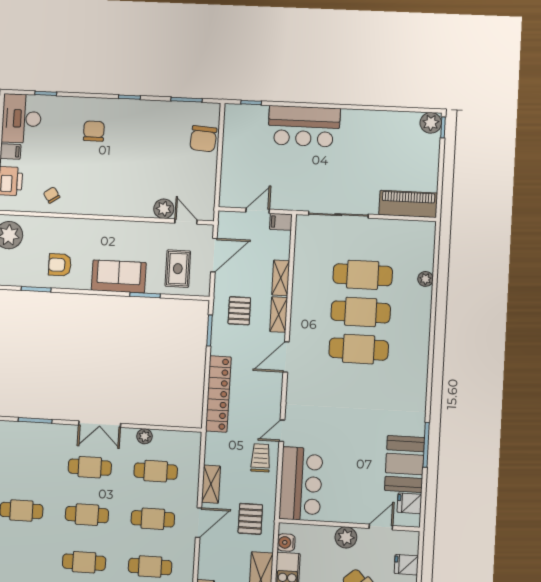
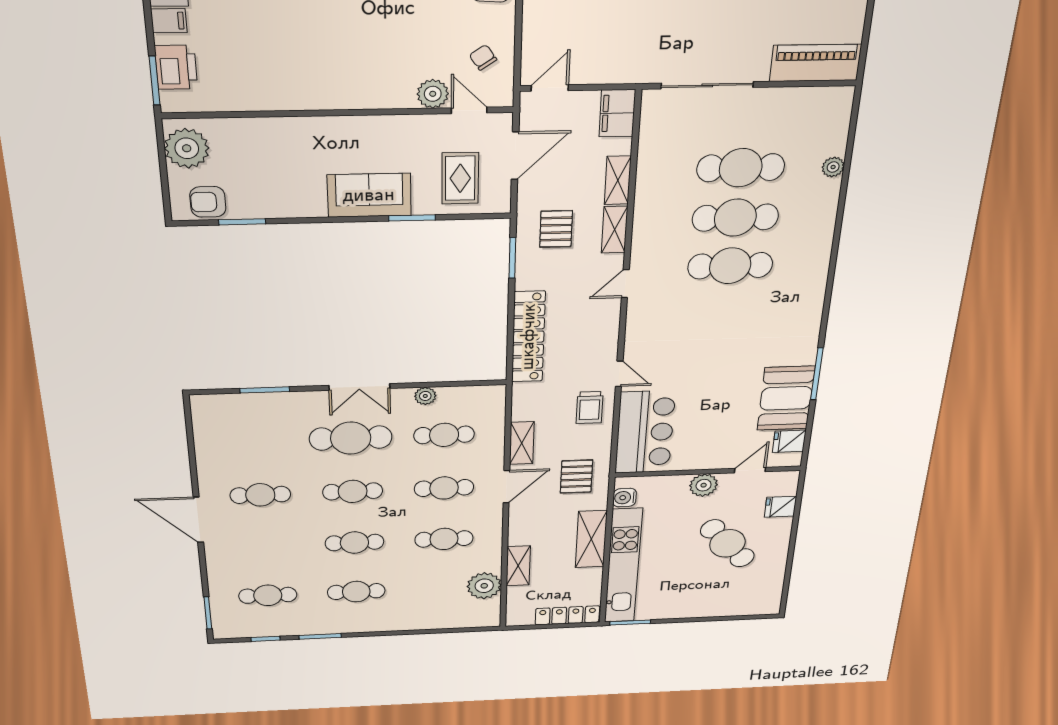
chair: (52, 195) -> (483, 57), moved
door: (258, 211) -> (550, 88), moved
filing cabinet: (281, 222) -> (617, 113), width x2.00
armchair: (60, 265) -> (208, 202), moved
door: (286, 357) -> (625, 284), width x0.73
door: (282, 431) -> (619, 374), swing flipped
trolley: (261, 458) -> (590, 408), turned 180
cafe table: (90, 467) -> (351, 438), width x1.37, depth x1.35

